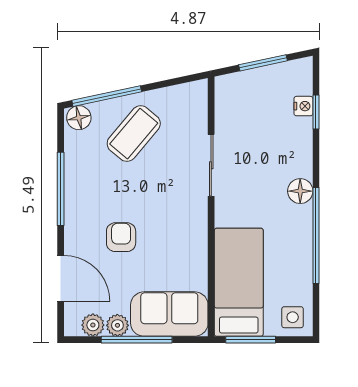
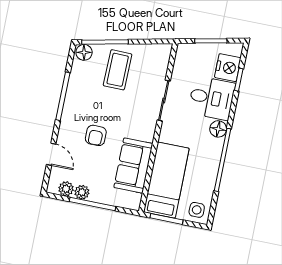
nightstand: (303, 106) -> (228, 68), width x1.89, depth x1.79
coffee table: (134, 134) -> (118, 70), turned -39
desk: (281, 147) -> (212, 98), added
armchair: (121, 237) -> (96, 135), turned 180
door: (61, 278) -> (51, 154), width x0.73
sofa: (169, 314) -> (133, 166), moved, turned -90

